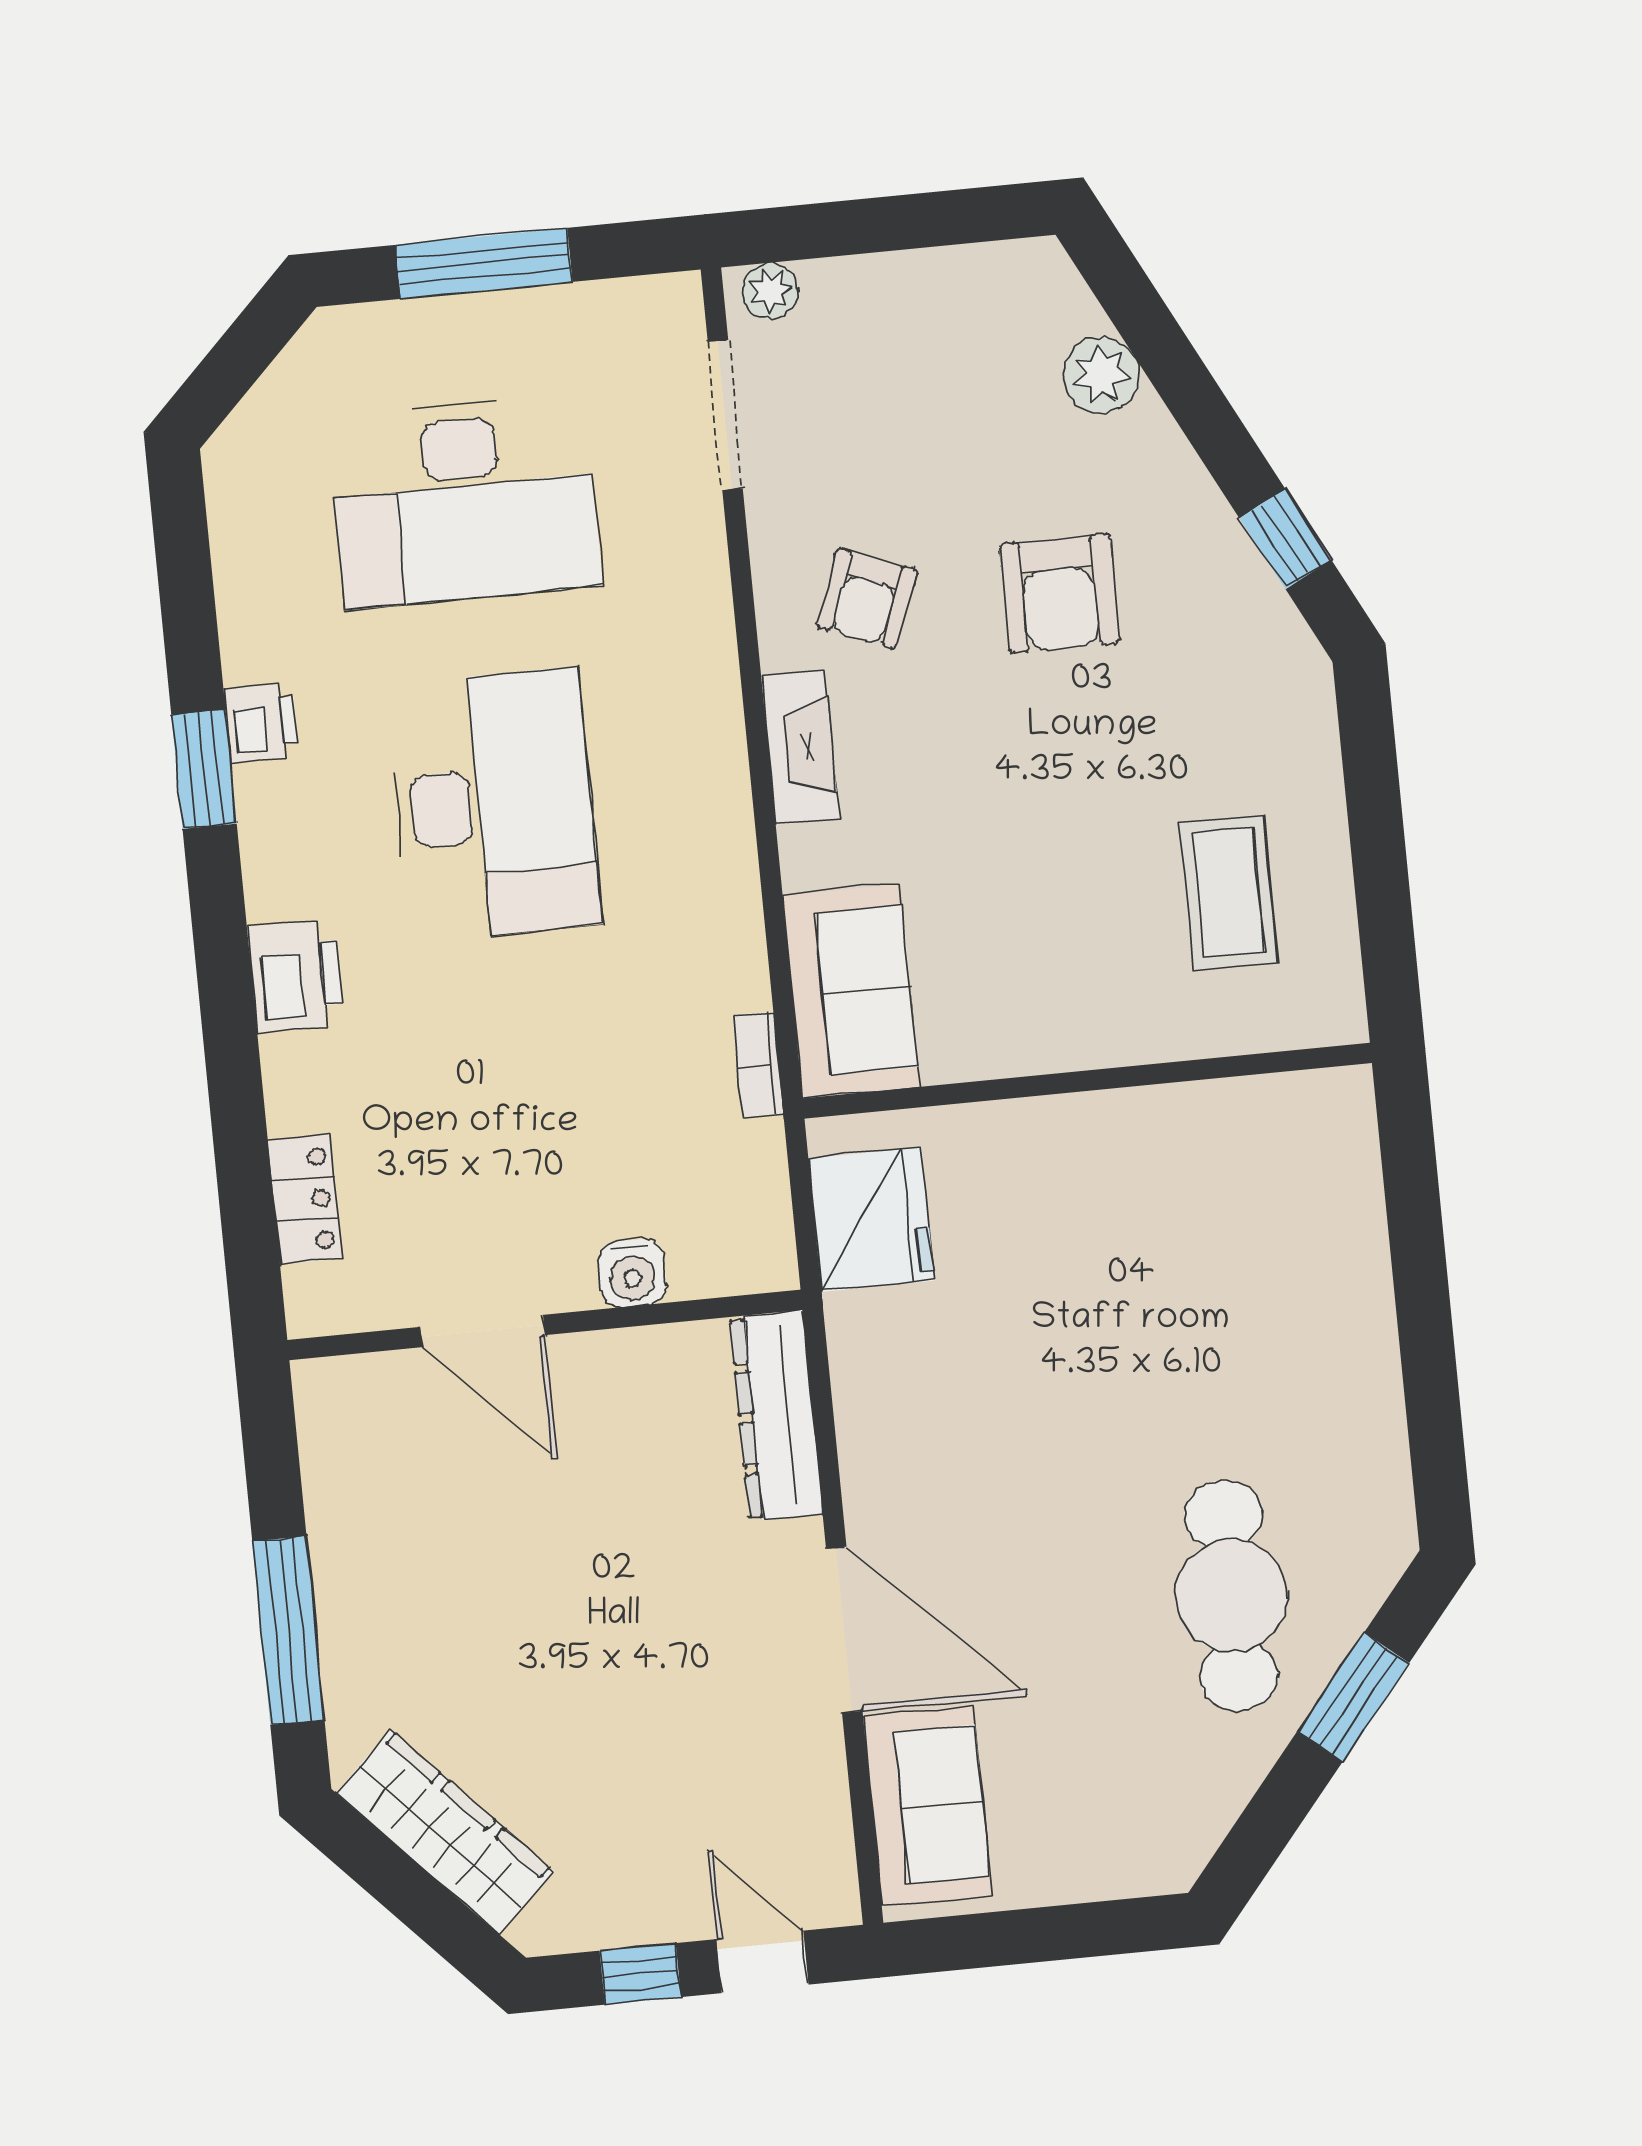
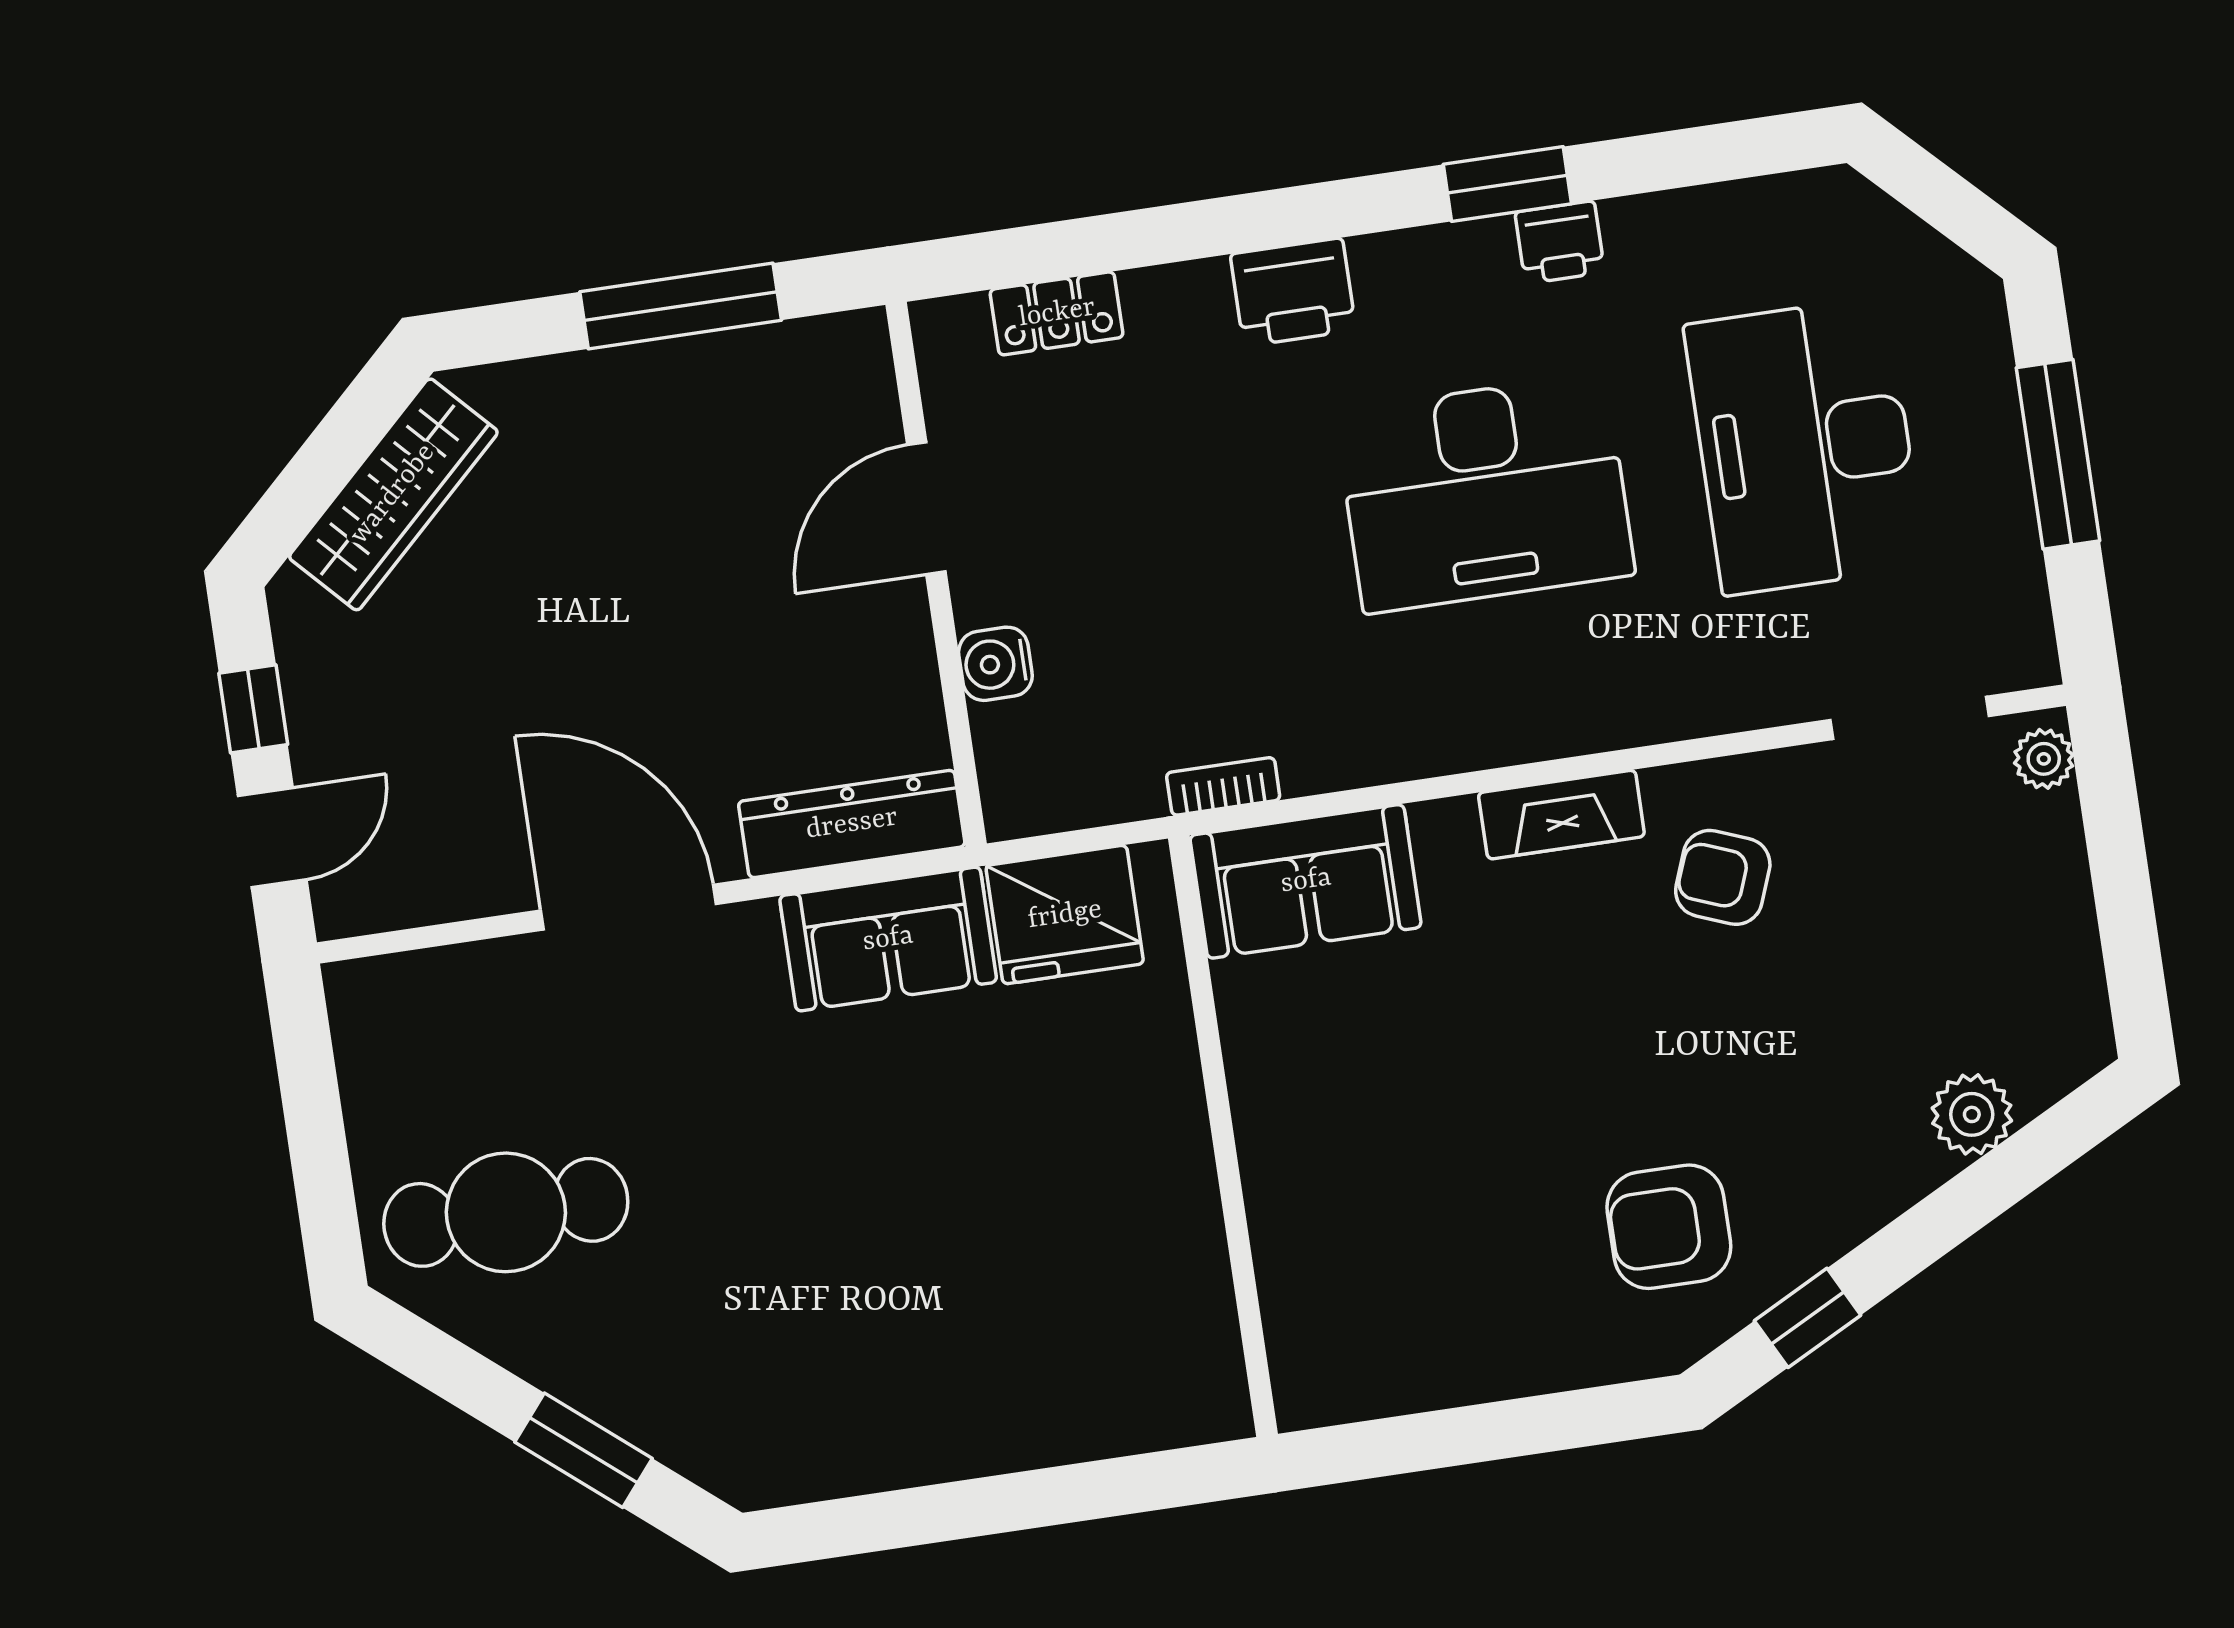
armchair: (1059, 593) -> (1669, 1227), moved
coffee table: (1228, 893) -> (1430, 1276), removed
cafe table: (1231, 1595) -> (506, 1212), moved
window: (288, 1630) -> (681, 306), moved
door: (844, 1630) -> (628, 907), swing flipped
sofa: (927, 1806) -> (888, 939), moved

